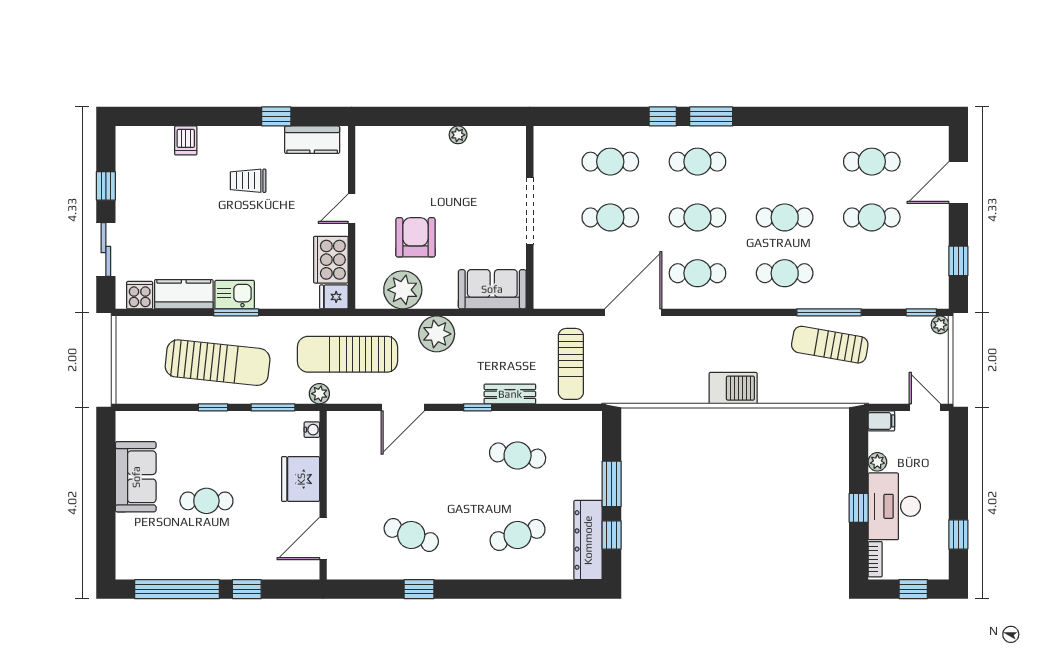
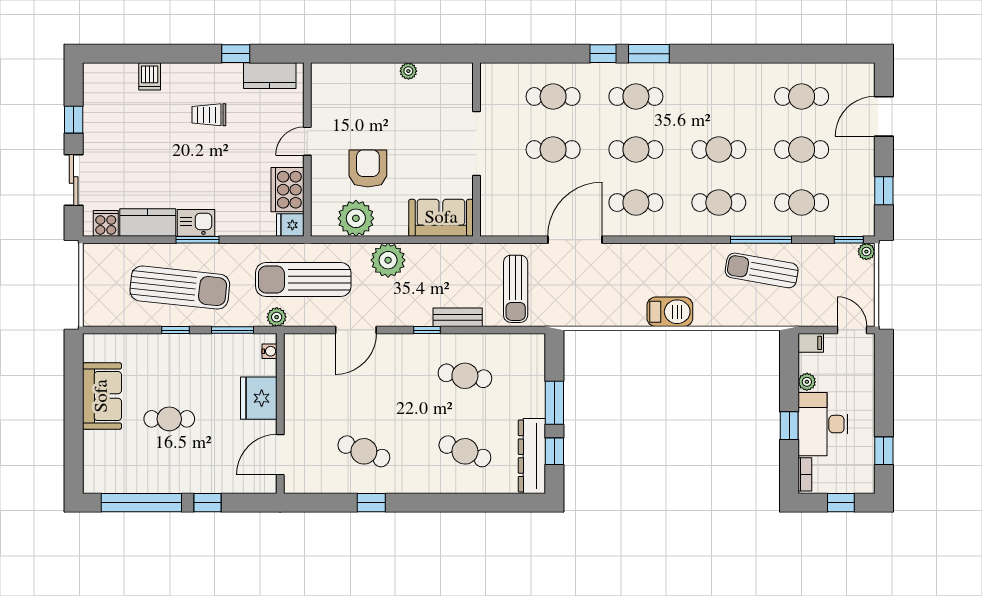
cafe table: (872, 273) -> (802, 203), added
cafe table: (518, 535) -> (465, 451), turned 39

